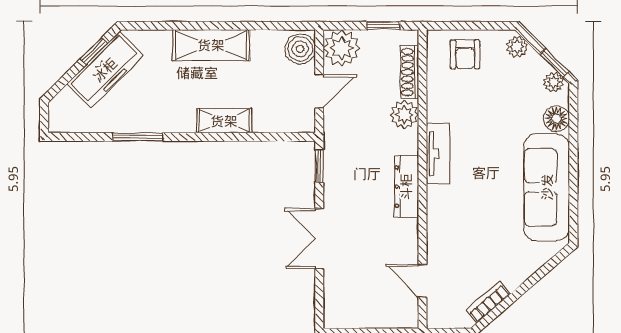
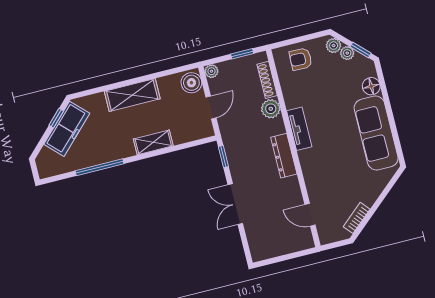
plant: (342, 48) -> (212, 71), width x0.53, depth x0.53
armchair: (465, 54) -> (301, 59), turned 92
plant: (554, 82) -> (347, 53), moved
window: (138, 137) -> (100, 167), width x1.44

